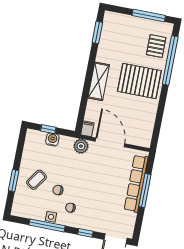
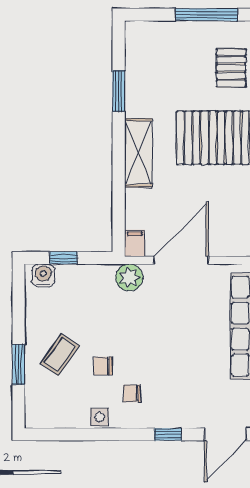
window: (97, 32) -> (119, 91), moved
water cooler: (52, 139) -> (43, 275), moved
door: (110, 142) -> (181, 260), hinge flipped
window: (47, 225) -> (95, 434), removed

